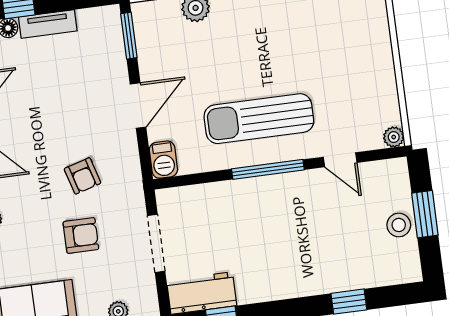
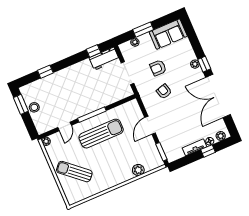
sun lounger: (347, 47) -> (74, 172), added
barbecue: (163, 160) -> (134, 107), removed
door: (340, 160) -> (65, 126), swing flipped
window: (425, 214) -> (21, 104), moved

